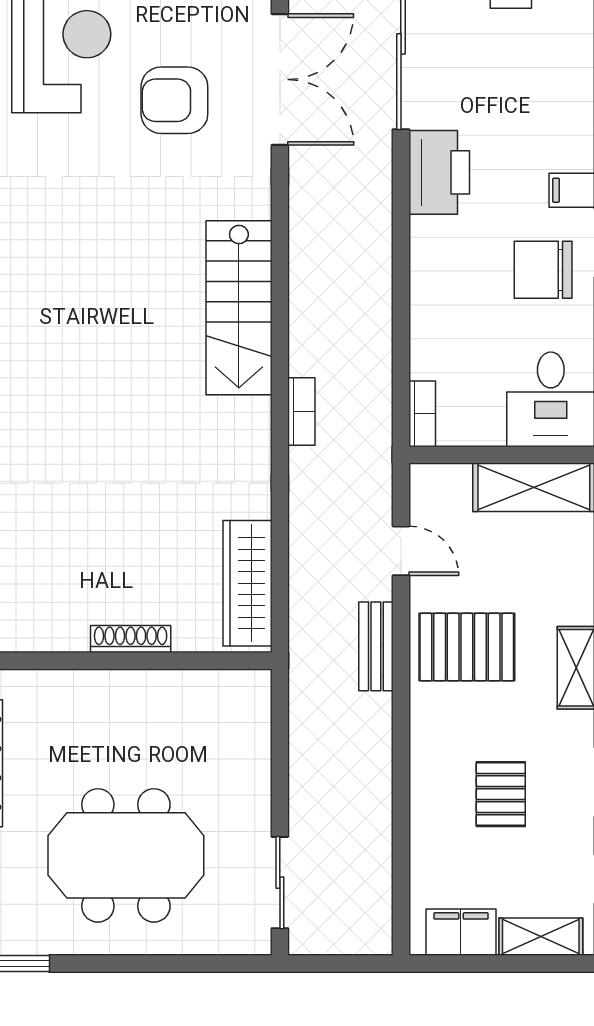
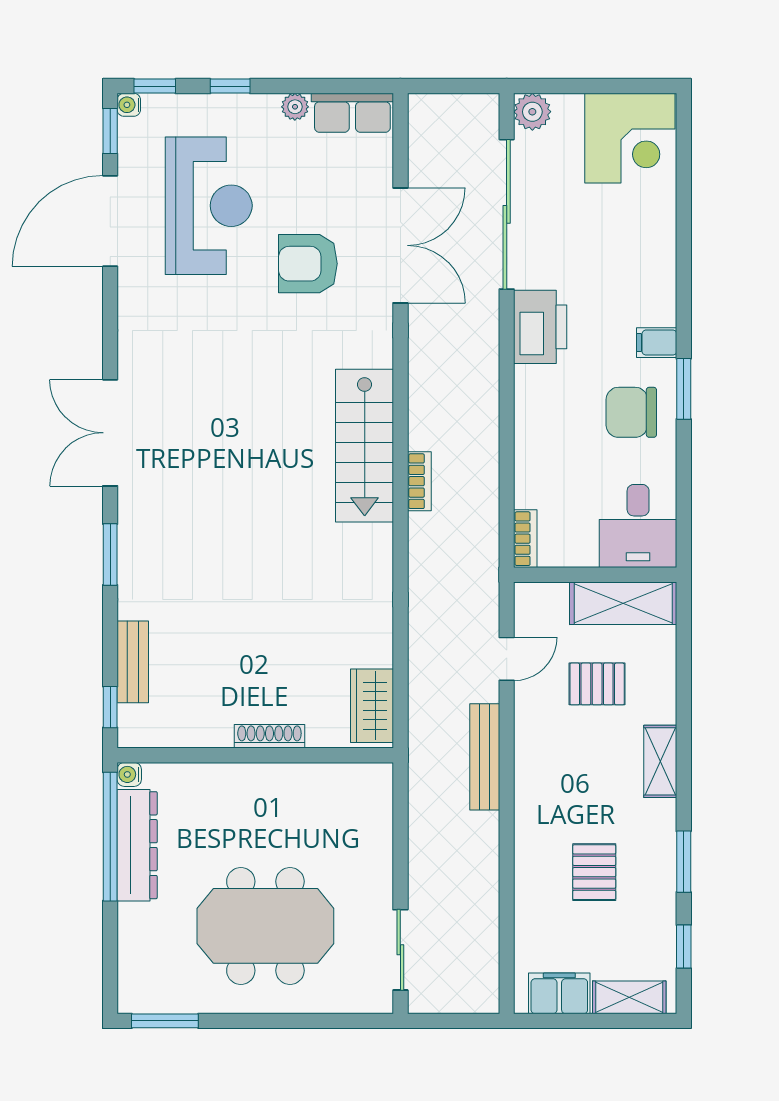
bookcase: (301, 412) -> (419, 481), moved
door: (401, 551) -> (507, 659), hinge flipped
wardrobe: (247, 583) -> (372, 706), width x0.67
bench: (376, 646) -> (485, 757), width x1.36
pallet: (467, 647) -> (597, 684), moved, width x0.67, depth x0.71

